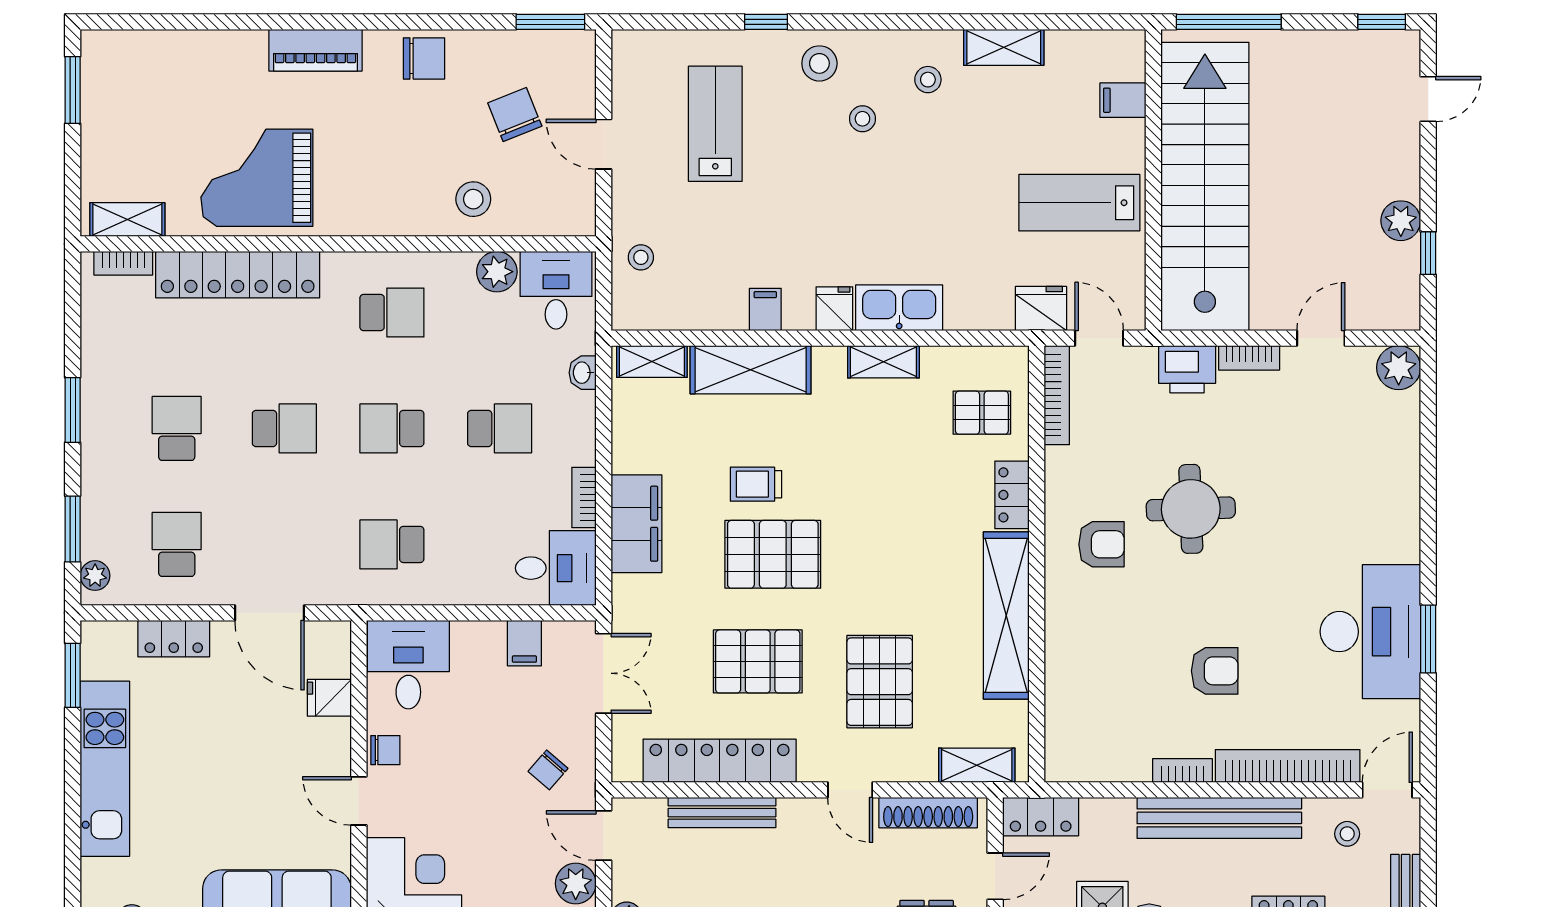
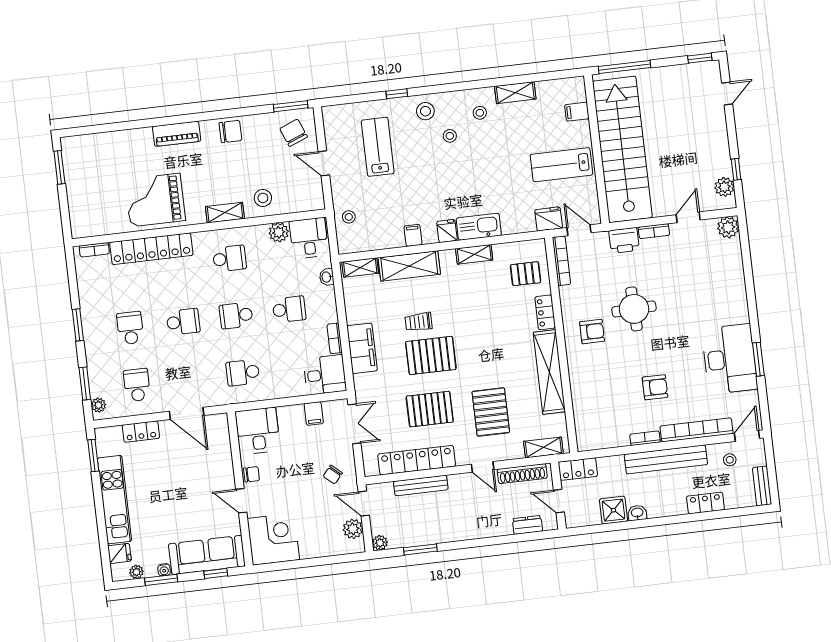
chair: (515, 115) -> (294, 133), moved
shelving: (127, 220) -> (225, 213), moved
plant: (1401, 221) -> (724, 187), moved
fridge: (329, 698) -> (119, 553), moved, turned 180
door: (995, 876) -> (559, 501), swing flipped

